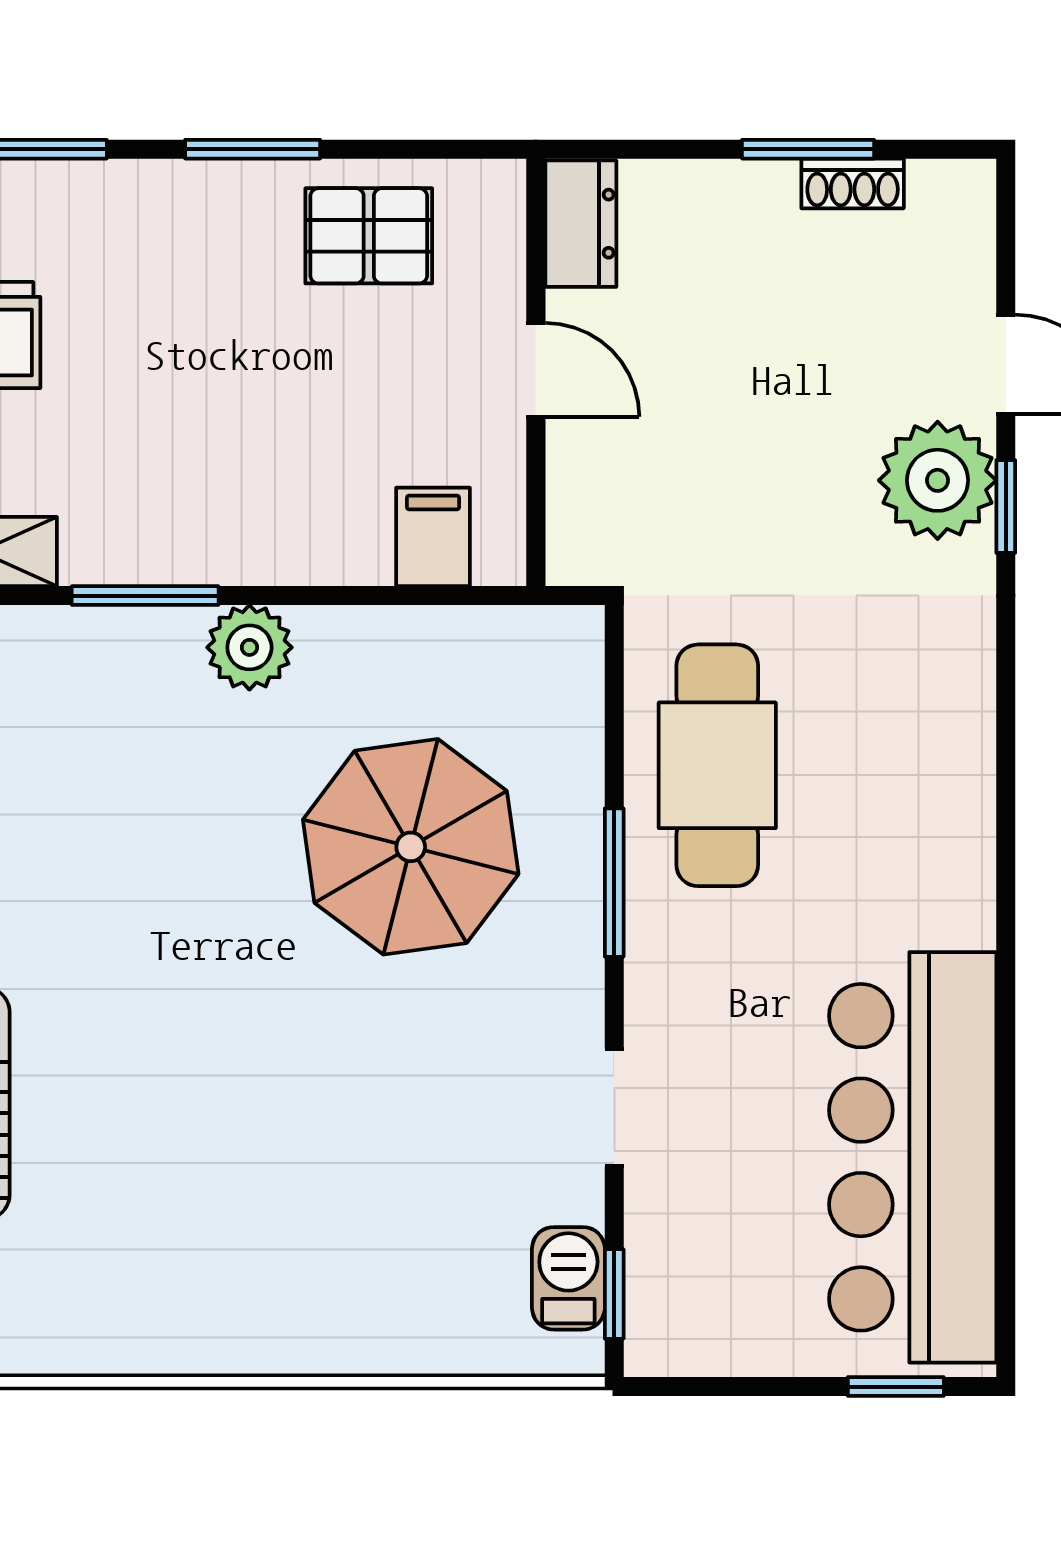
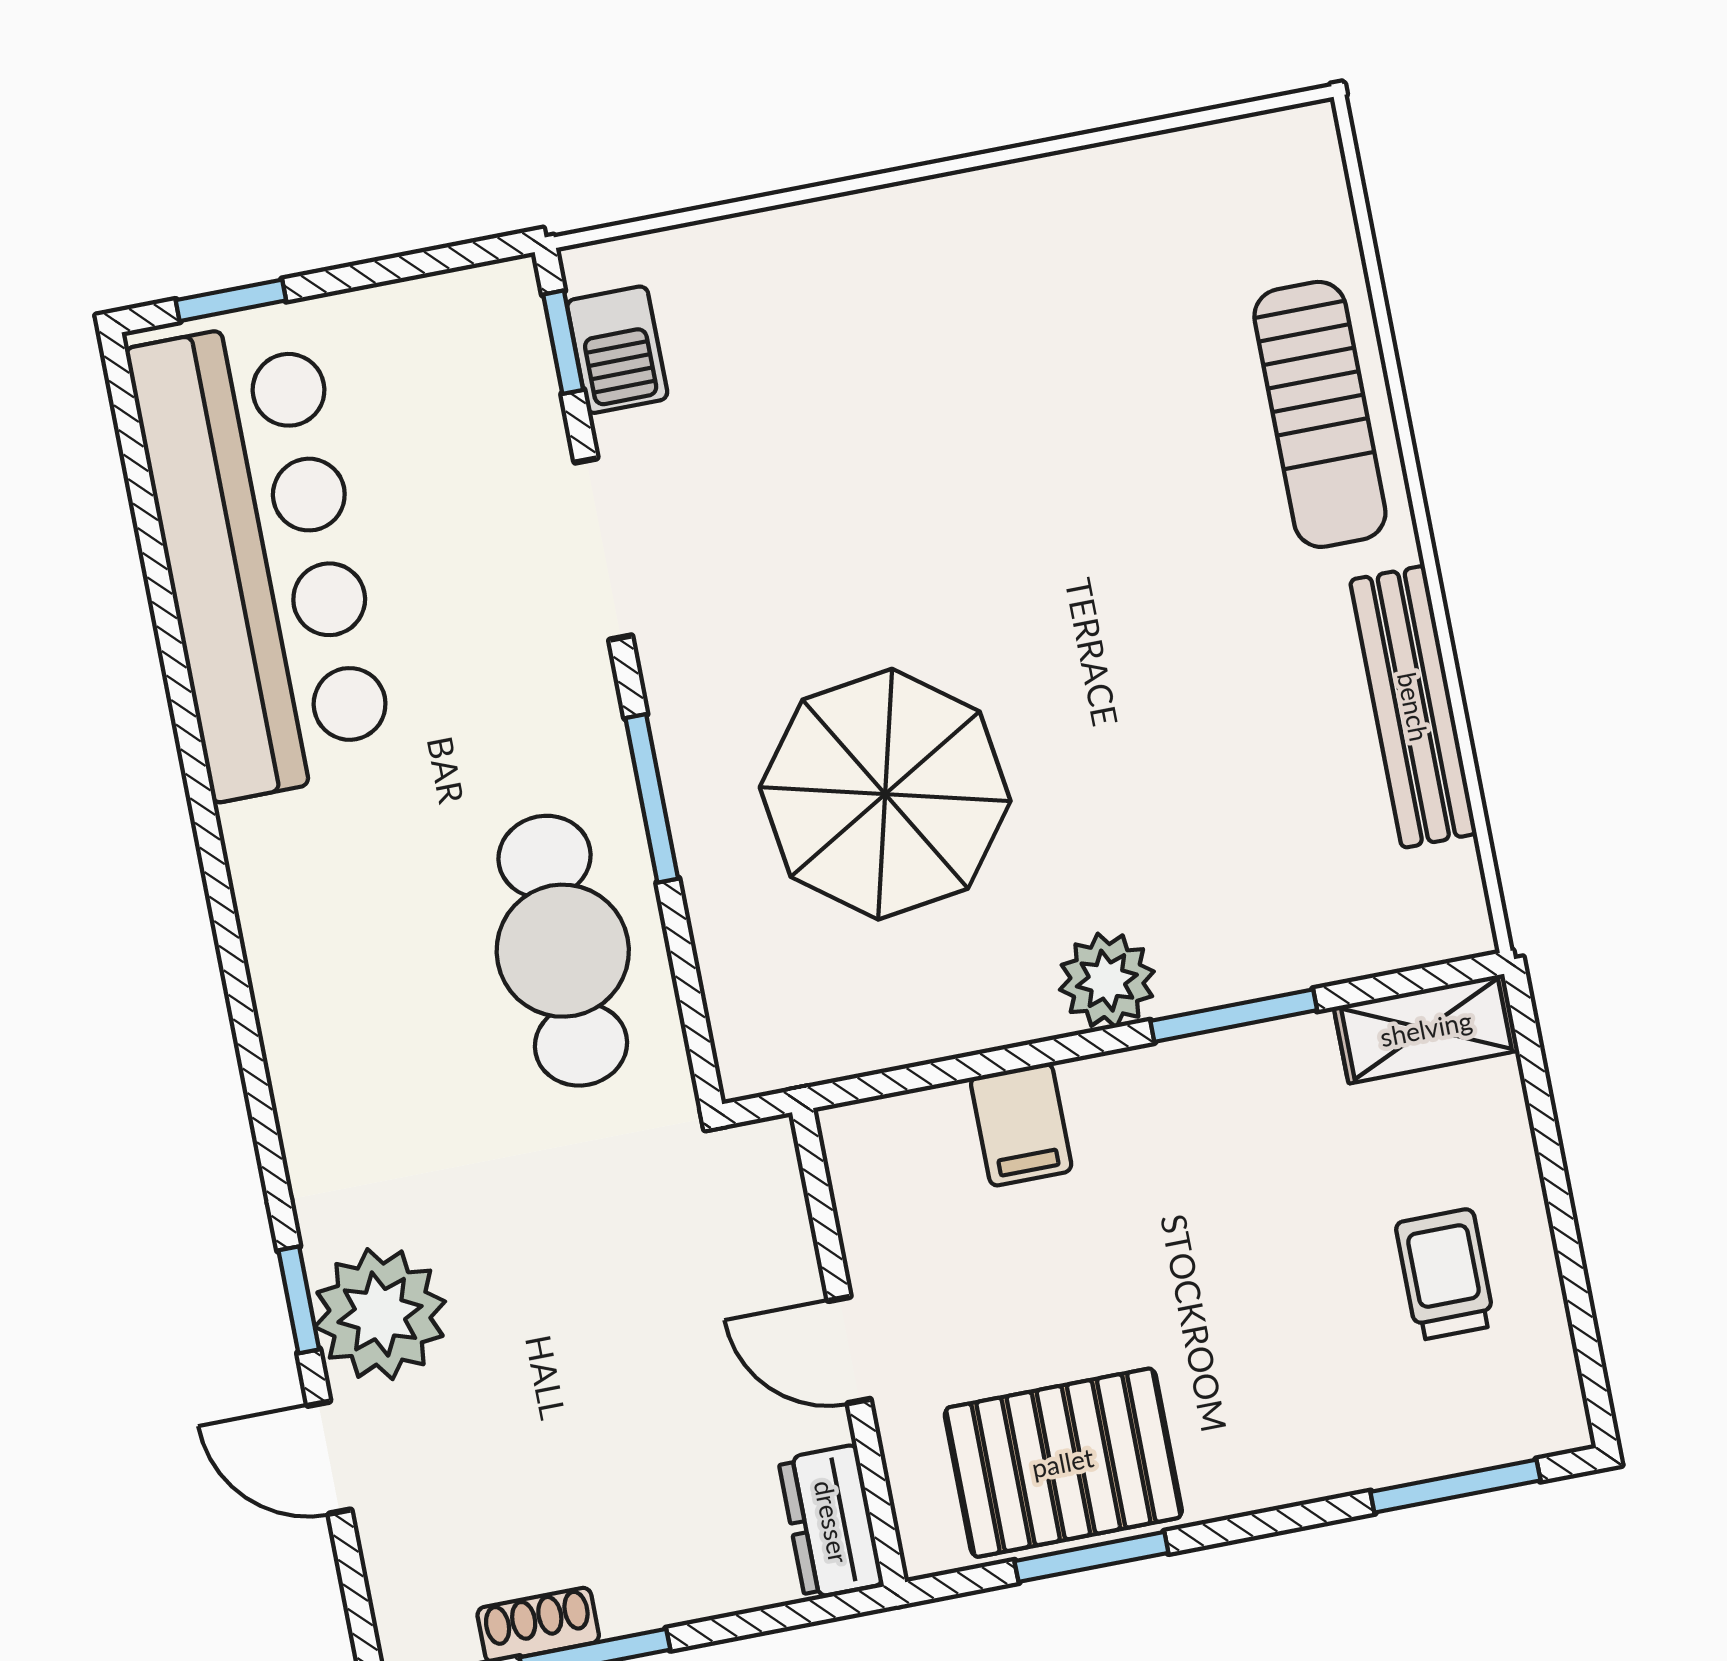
window: (253, 149) -> (1091, 1557), moved
pallet: (369, 236) -> (1063, 1463), width x1.50, depth x1.42
filing cabinet: (433, 537) -> (1021, 1124), moved
doorway: (614, 1108) -> (603, 549), width x1.38

